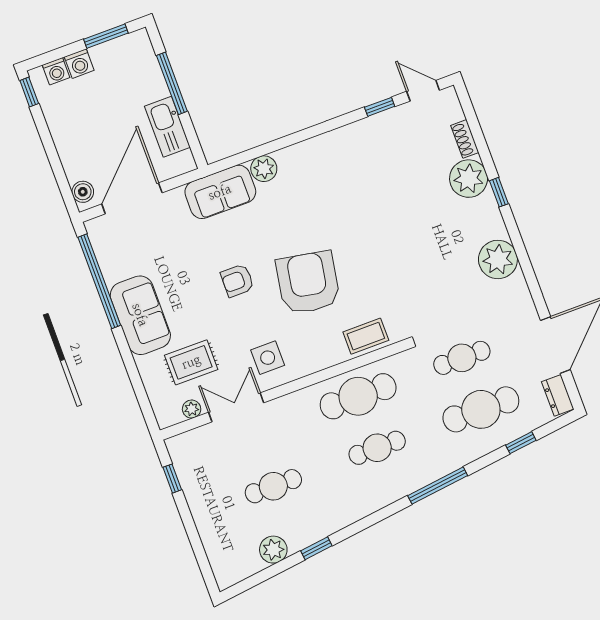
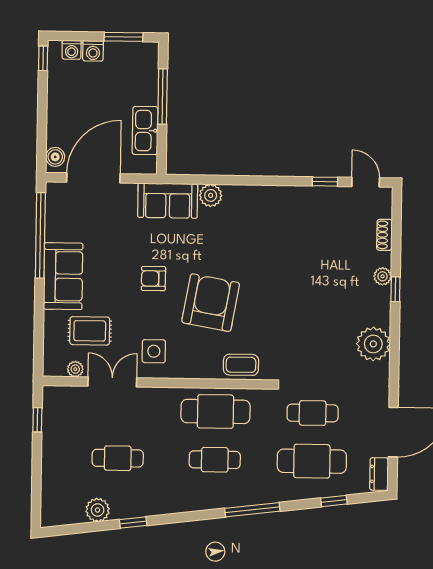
plant: (469, 179) -> (383, 276), width x0.53, depth x0.53

